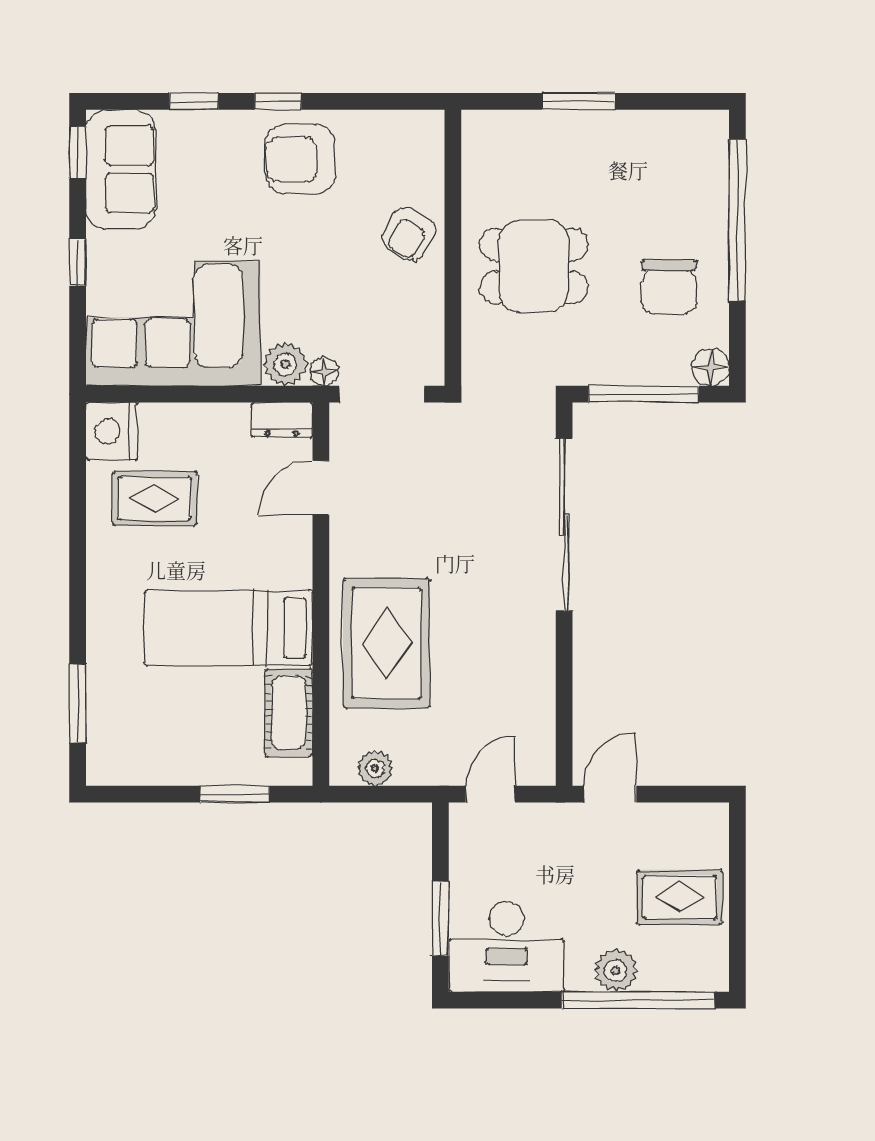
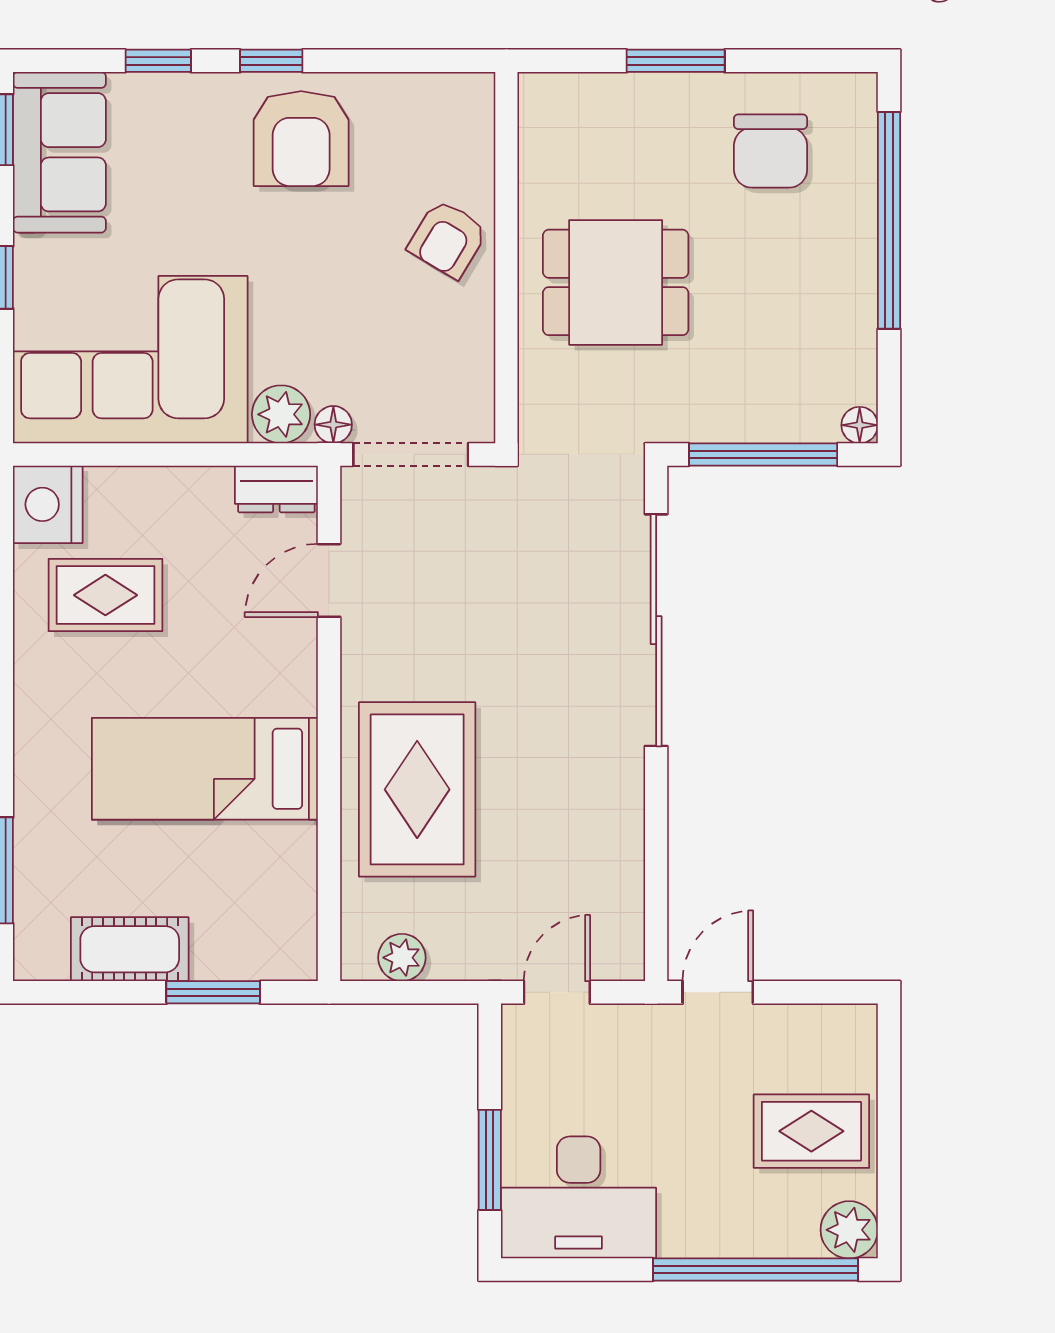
armchair: (300, 159) -> (301, 139), turned -90
chair: (669, 287) -> (771, 151), moved
floor lamp: (710, 367) -> (860, 425), width x0.73, depth x0.73
cot: (289, 713) -> (130, 949), moved, turned 90
plant: (616, 971) -> (849, 1230), moved

